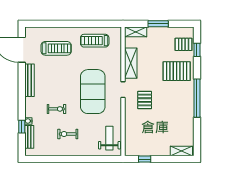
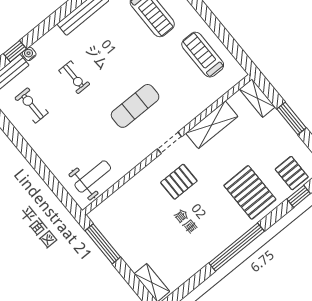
exercise mat: (93, 92) -> (135, 106), width x0.50, depth x0.69
exercise bike: (68, 134) -> (32, 105), moved
window: (145, 159) -> (103, 244), width x2.17

